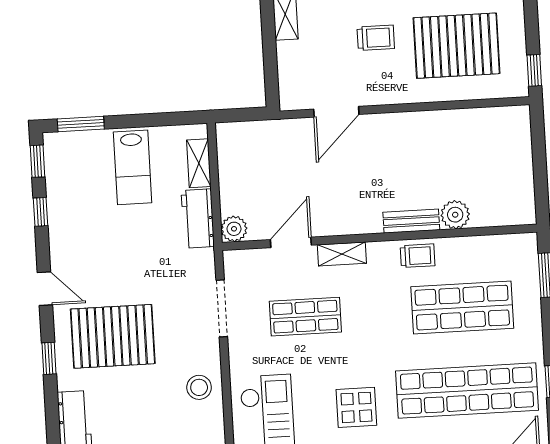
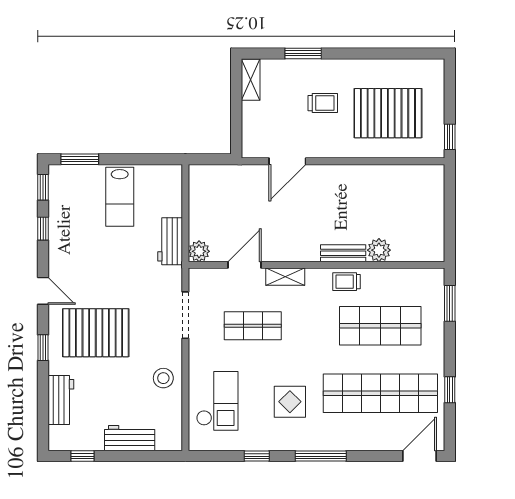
shelving: (199, 163) -> (174, 196), removed
trolley: (418, 256) -> (347, 282), turned 180

